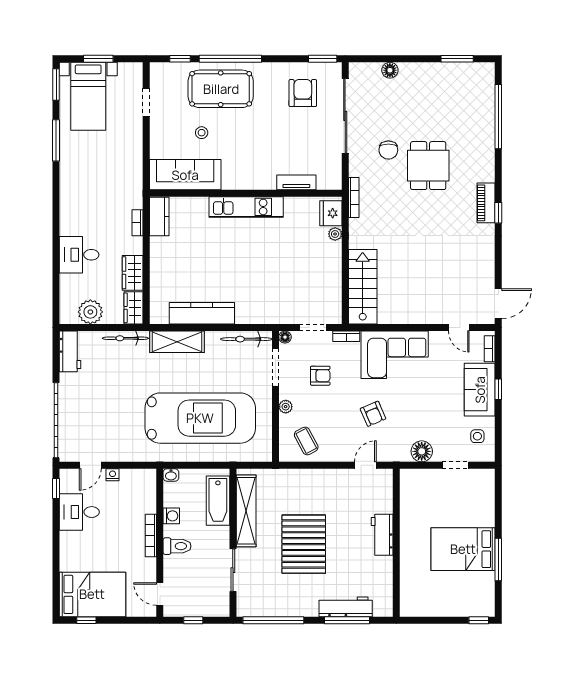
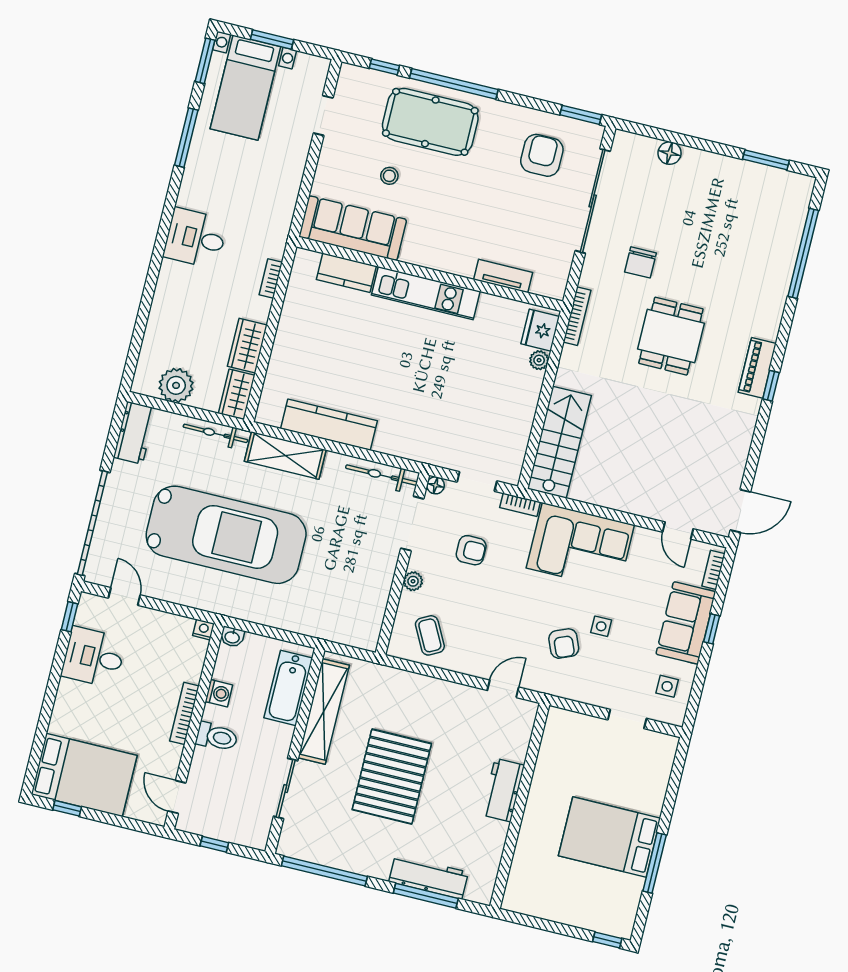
dining table: (428, 166) -> (671, 336), moved
kitchen counter: (159, 216) -> (346, 273), moved, turned 90
desk: (79, 255) -> (196, 238), moved
side table: (422, 406) -> (601, 626), added
armchair: (373, 414) -> (564, 644), moved
car: (200, 418) -> (226, 535), moved
floor lamp: (422, 451) -> (585, 688), removed
door: (90, 465) -> (124, 596), swing flipped
nightstand: (113, 475) -> (203, 630), moved

